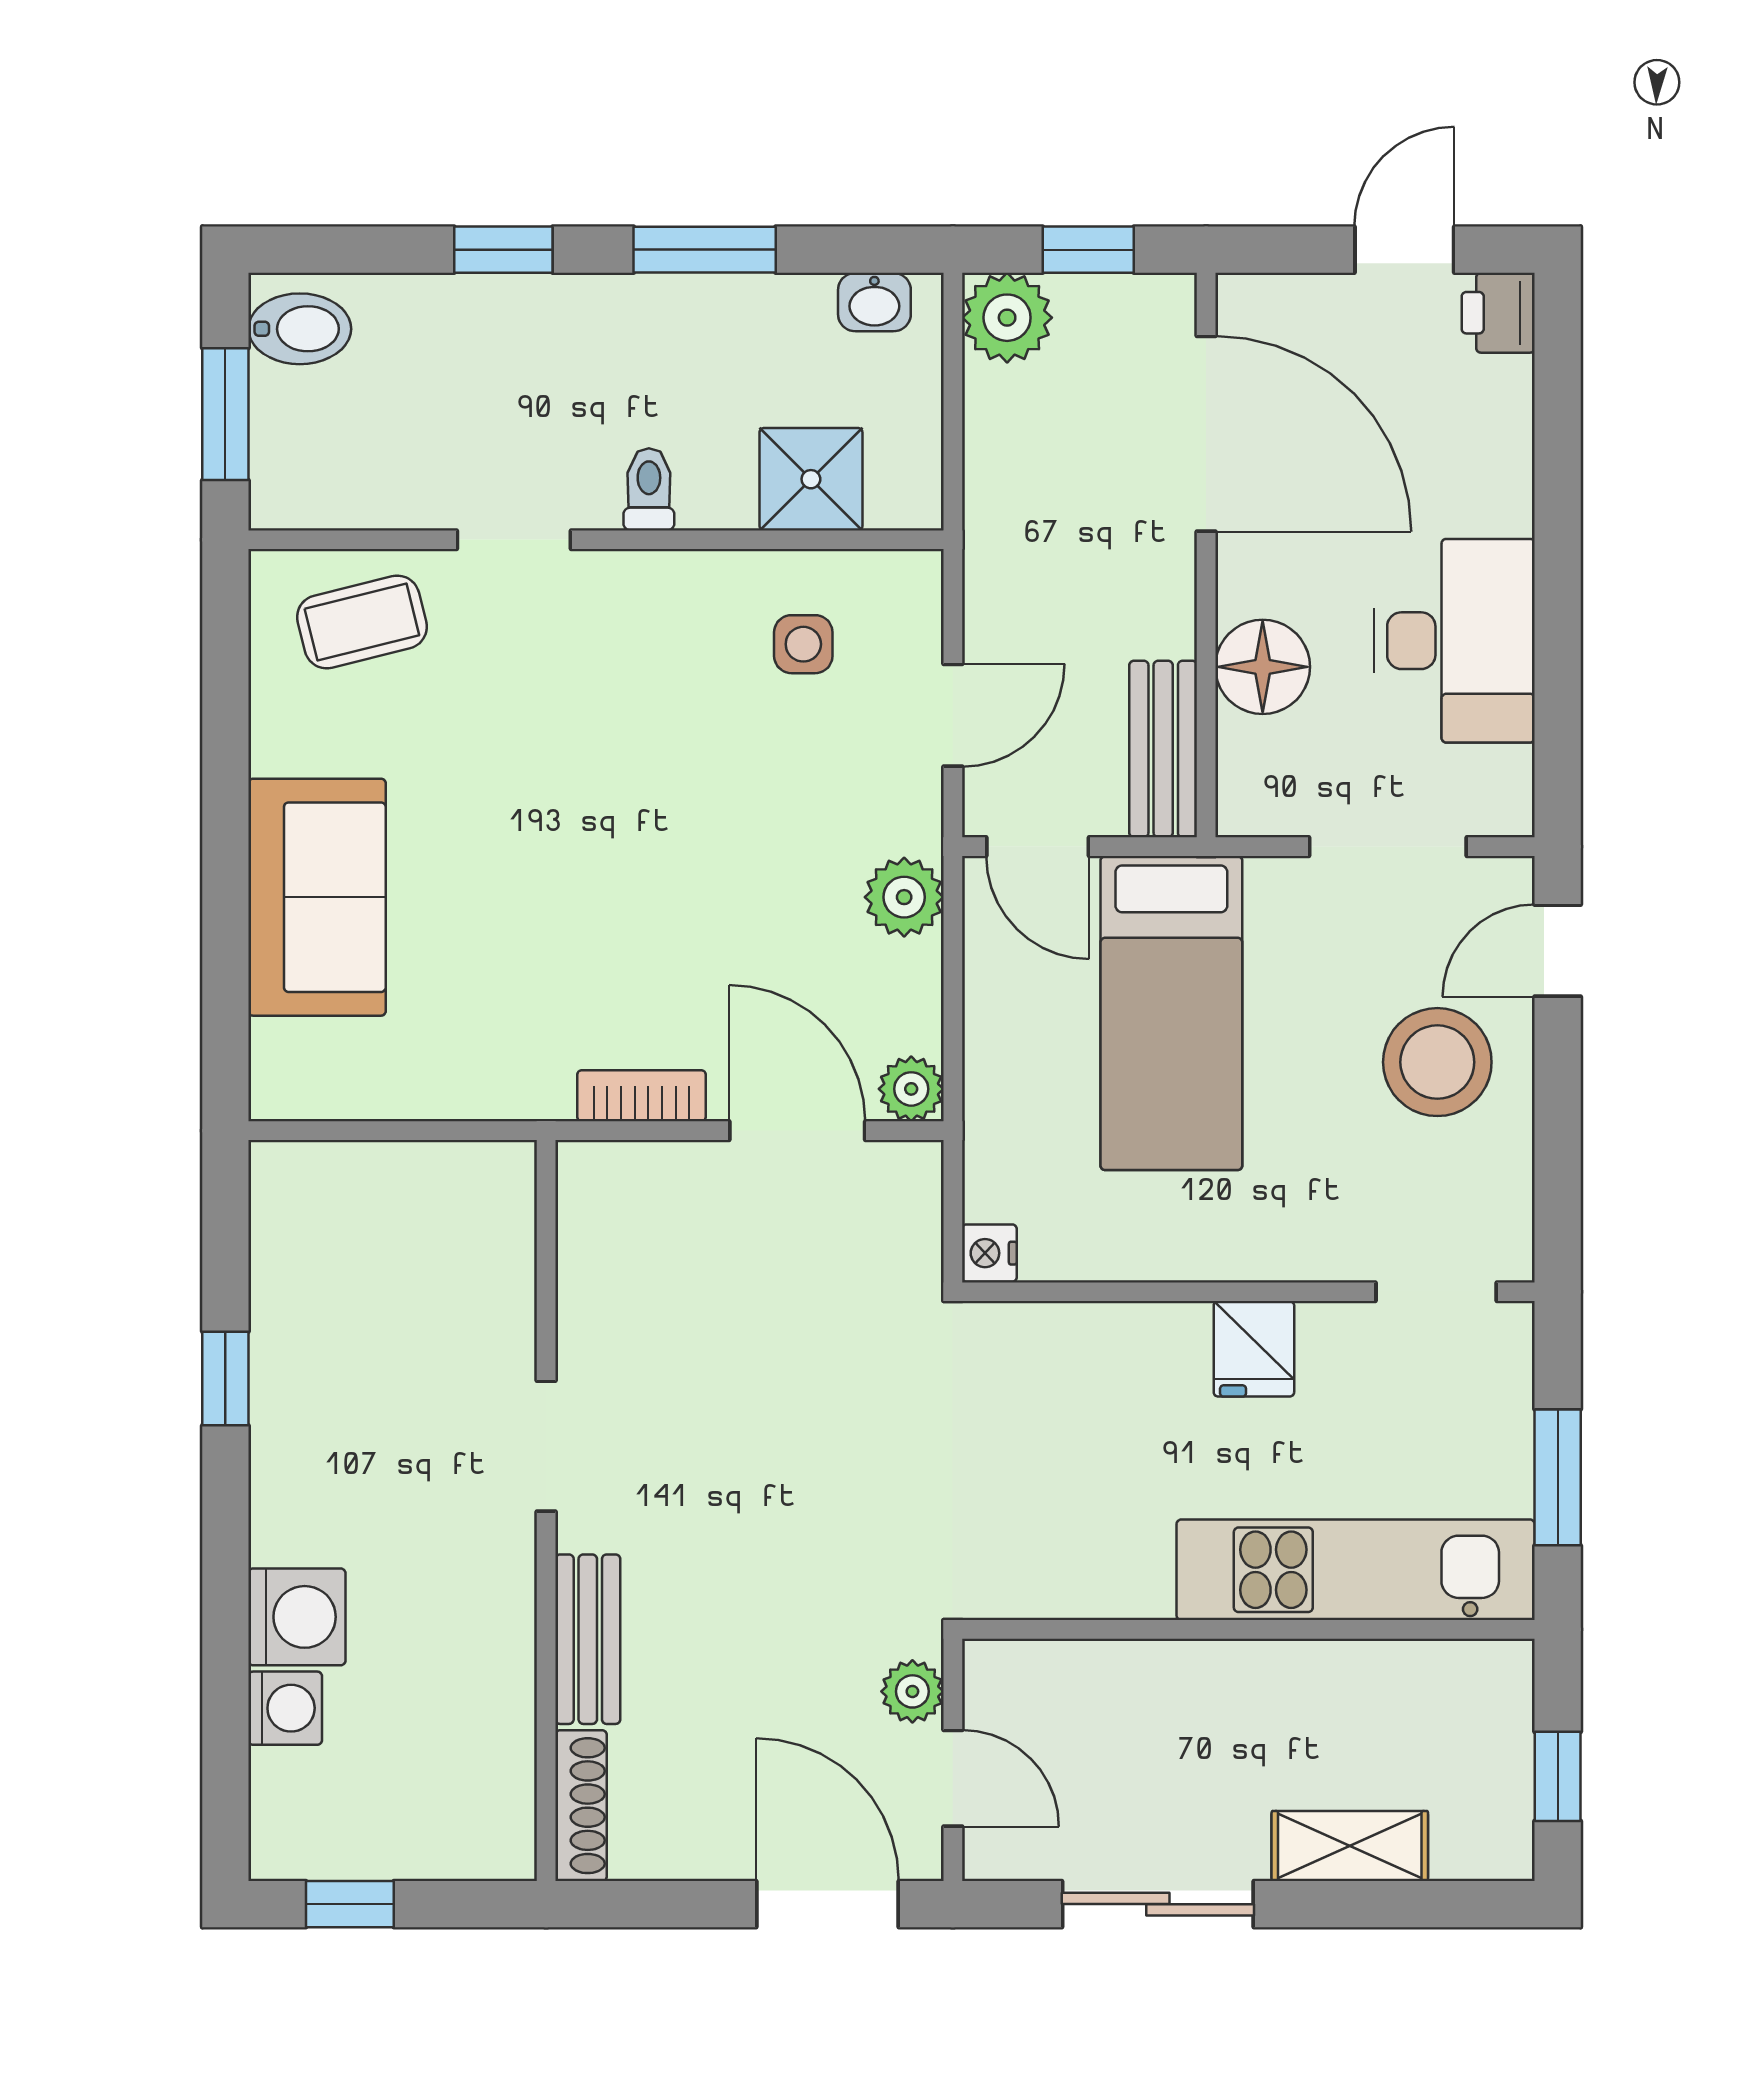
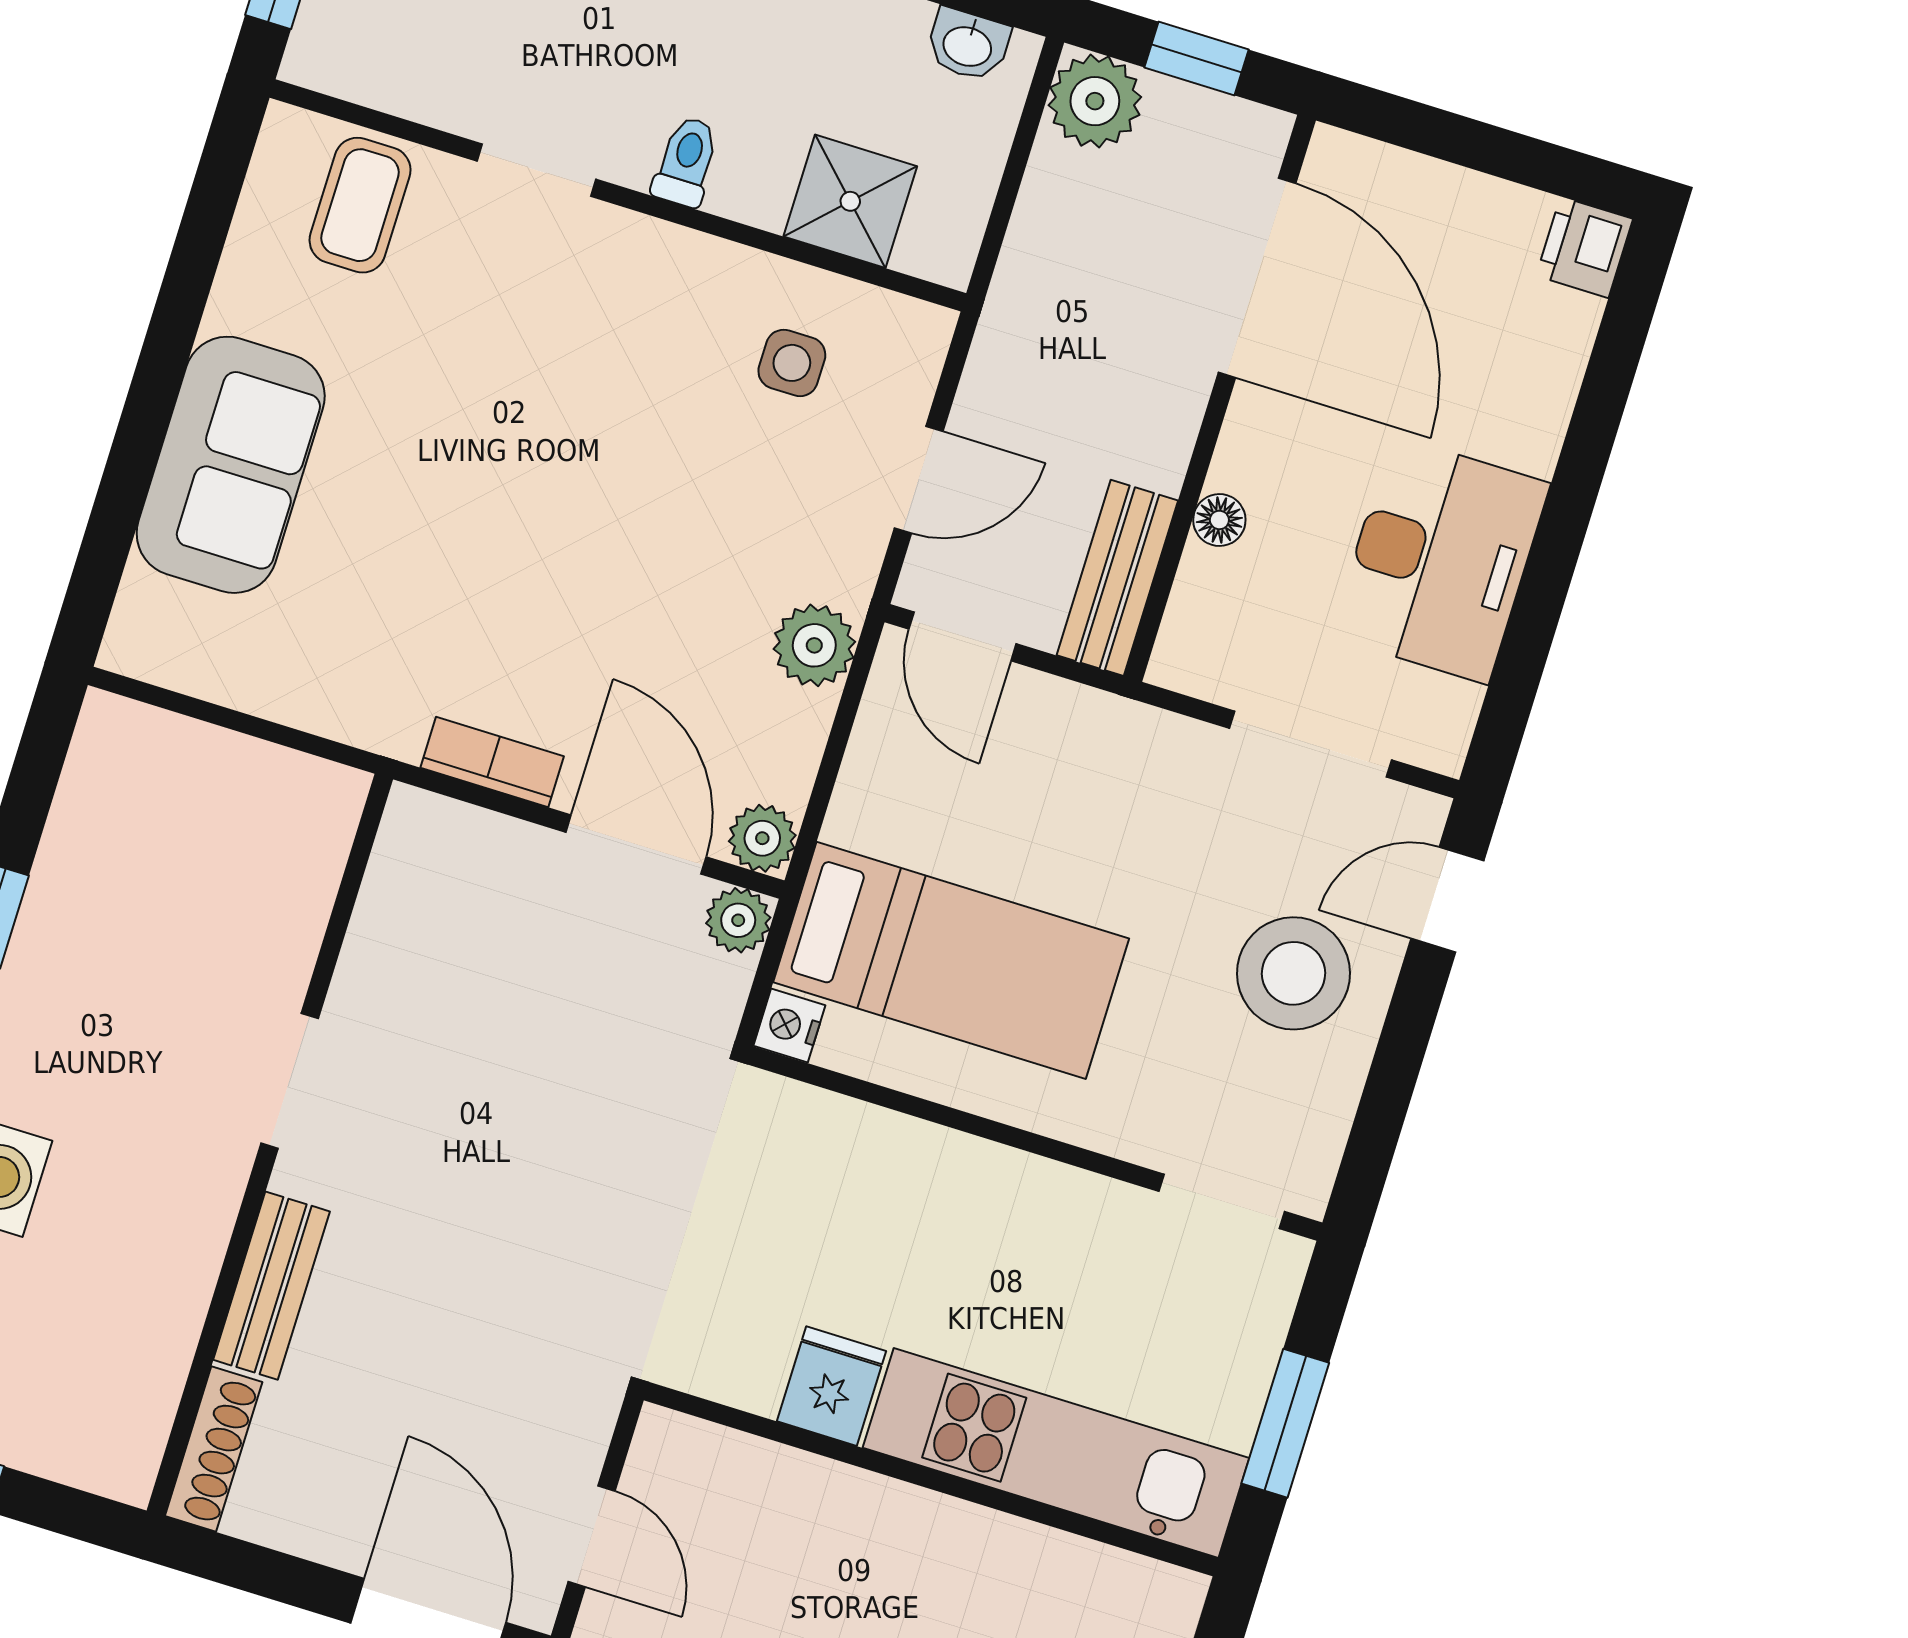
door: (1404, 250) -> (1511, 156), removed
coffee table: (362, 622) -> (360, 205), turned -76
floor lamp: (1263, 667) -> (1219, 520), width x0.53, depth x0.53
bed: (1171, 1013) -> (951, 960), moved, turned -90
fridge: (1254, 1349) -> (831, 1386), moved, turned 180
plant: (912, 1691) -> (738, 920), moved

